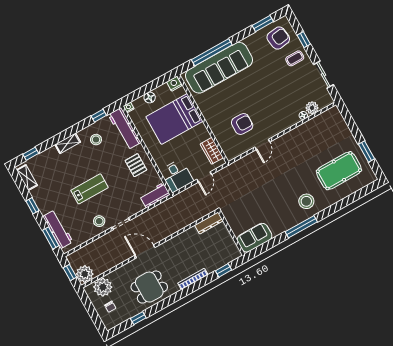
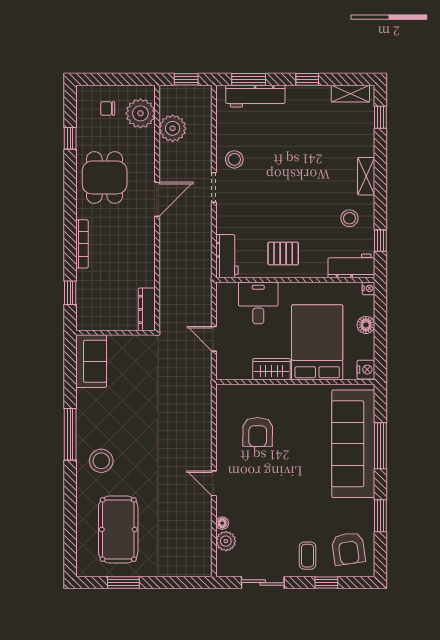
window: (263, 24) -> (380, 516), moved
window: (212, 52) -> (380, 446), width x0.68
workbench: (124, 129) -> (351, 266), width x0.73
door: (262, 144) -> (214, 483), moved
wardrobe: (212, 151) -> (272, 369), moved
desk: (177, 176) -> (258, 303), moved, turned 90
lab bench: (90, 189) -> (286, 171), removed
plant: (85, 274) -> (173, 128), moved

